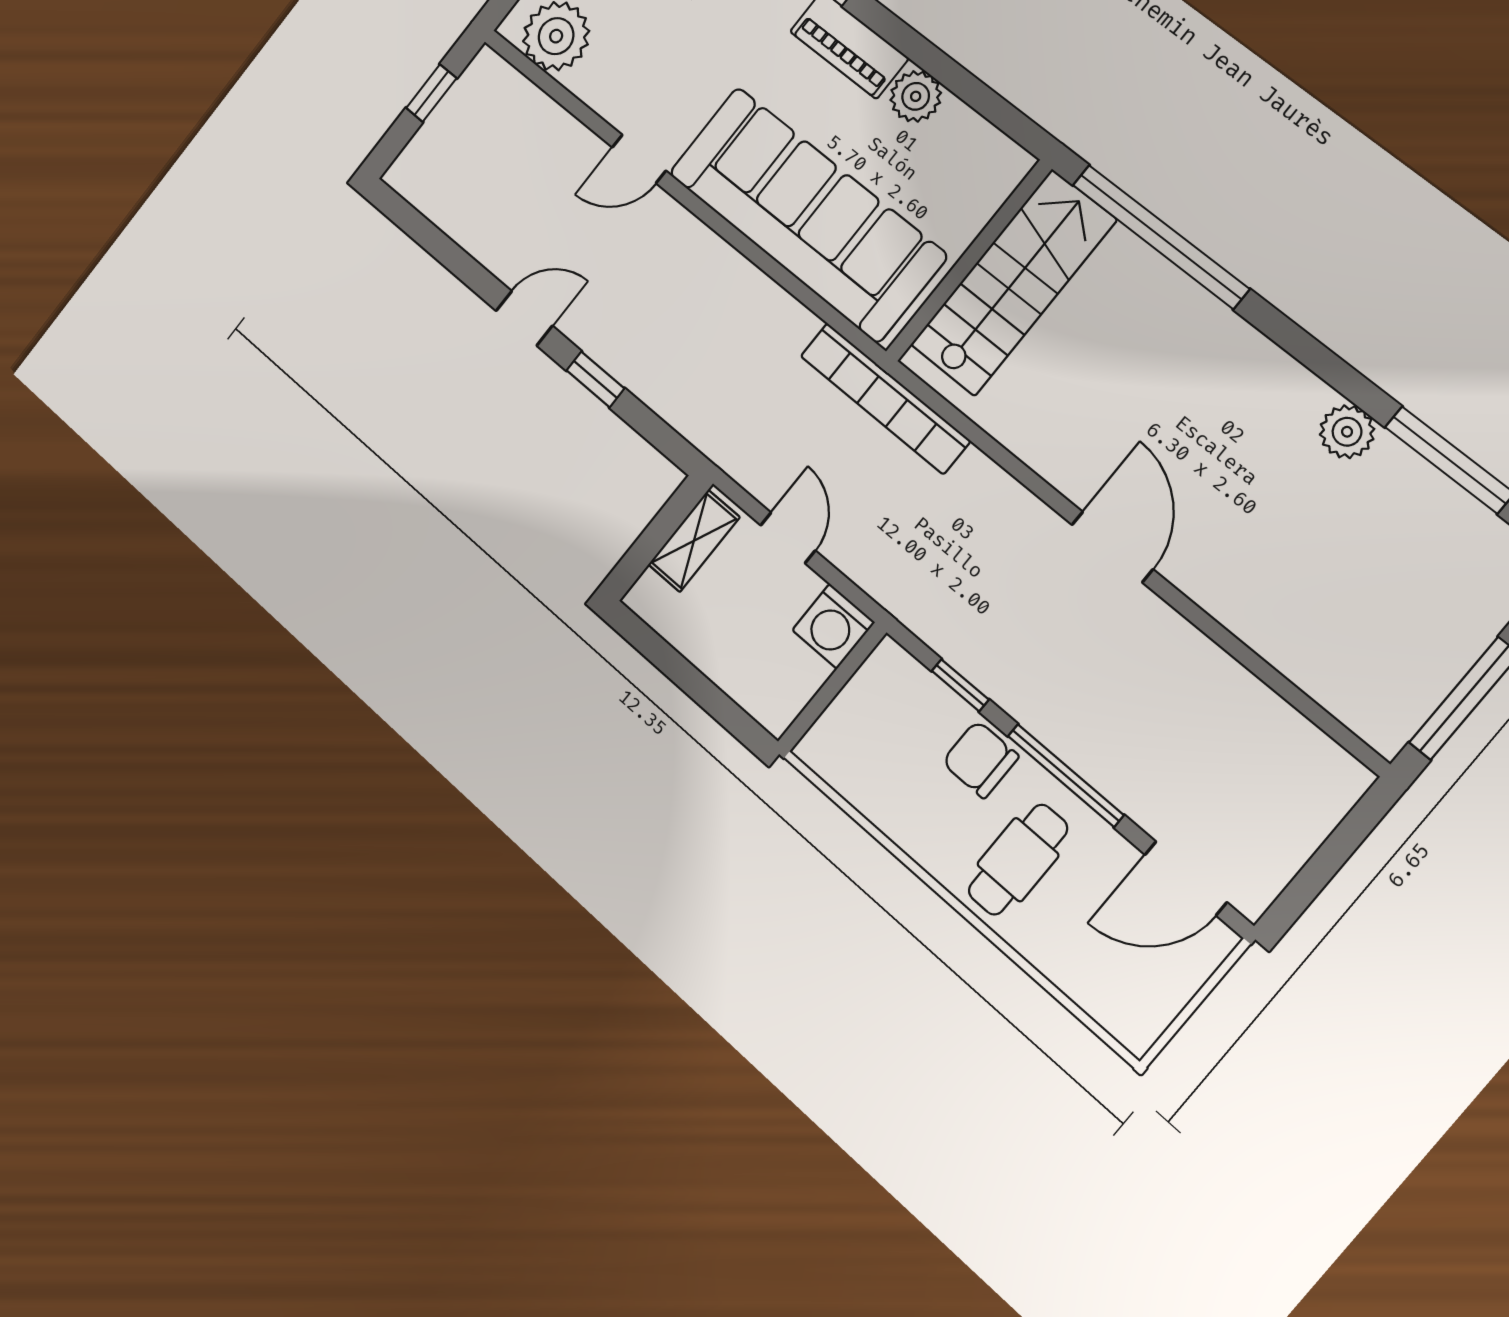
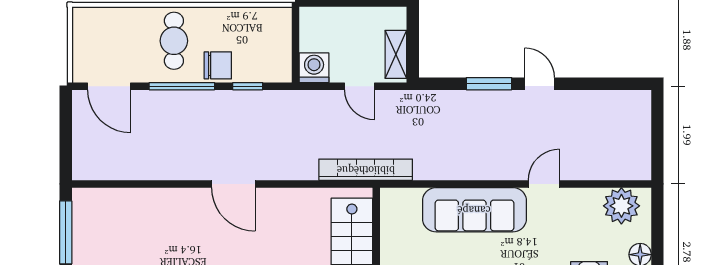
window: (431, 93) -> (657, 142), removed
sofa: (807, 214) -> (474, 210), width x0.74, depth x0.79
door: (524, 318) -> (540, 84), swing flipped
window: (595, 379) -> (489, 84), width x1.50
door: (1186, 878) -> (109, 86), swing flipped

